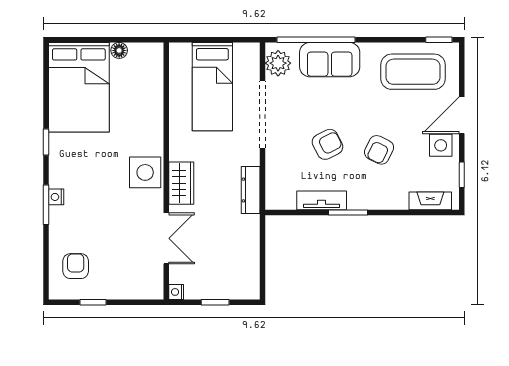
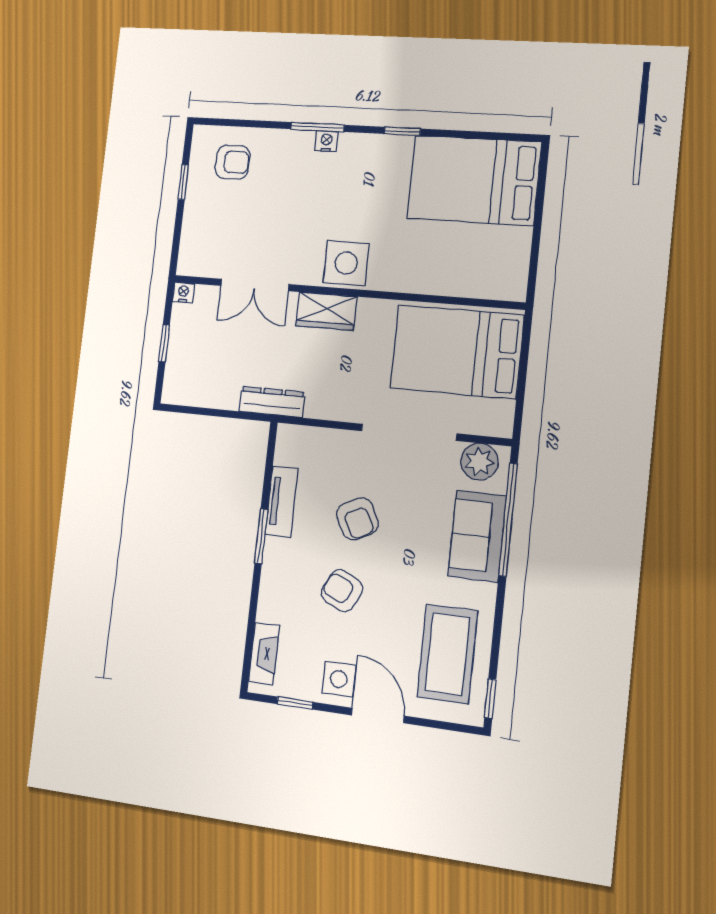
floor lamp: (119, 50) -> (520, 239), removed
bed: (212, 87) -> (457, 352), width x1.50
dresser: (251, 190) -> (272, 402), moved

